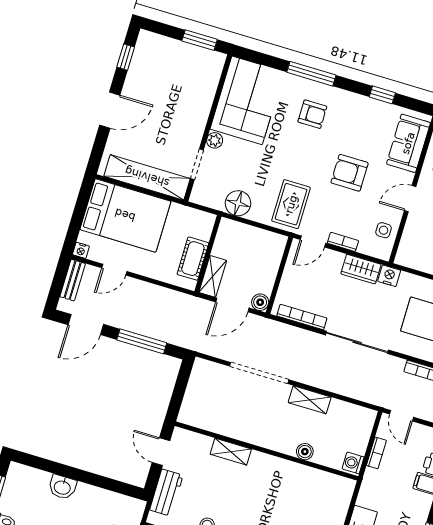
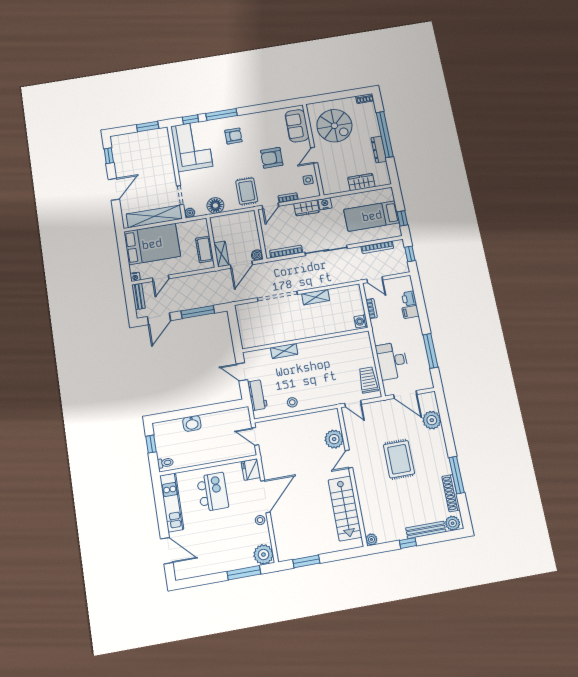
window: (382, 95) -> (190, 120), moved
plant: (215, 140) -> (190, 213), moved
boiler: (305, 452) -> (329, 329), removed

